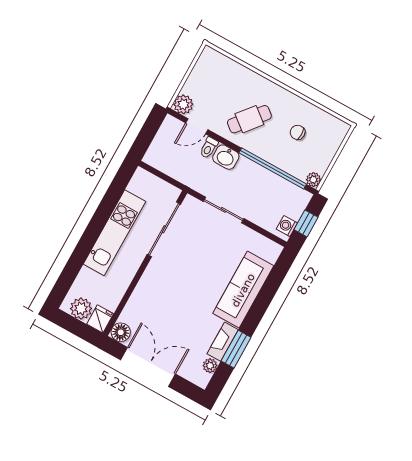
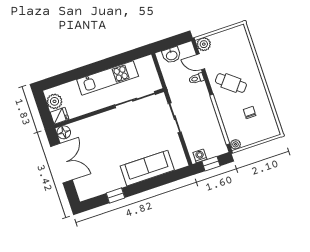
washbasin: (226, 157) -> (172, 55), moved, turned -90
fireplace: (223, 342) -> (112, 185), removed
window: (236, 349) -> (116, 195), width x0.67
plant: (210, 366) -> (94, 192), removed

